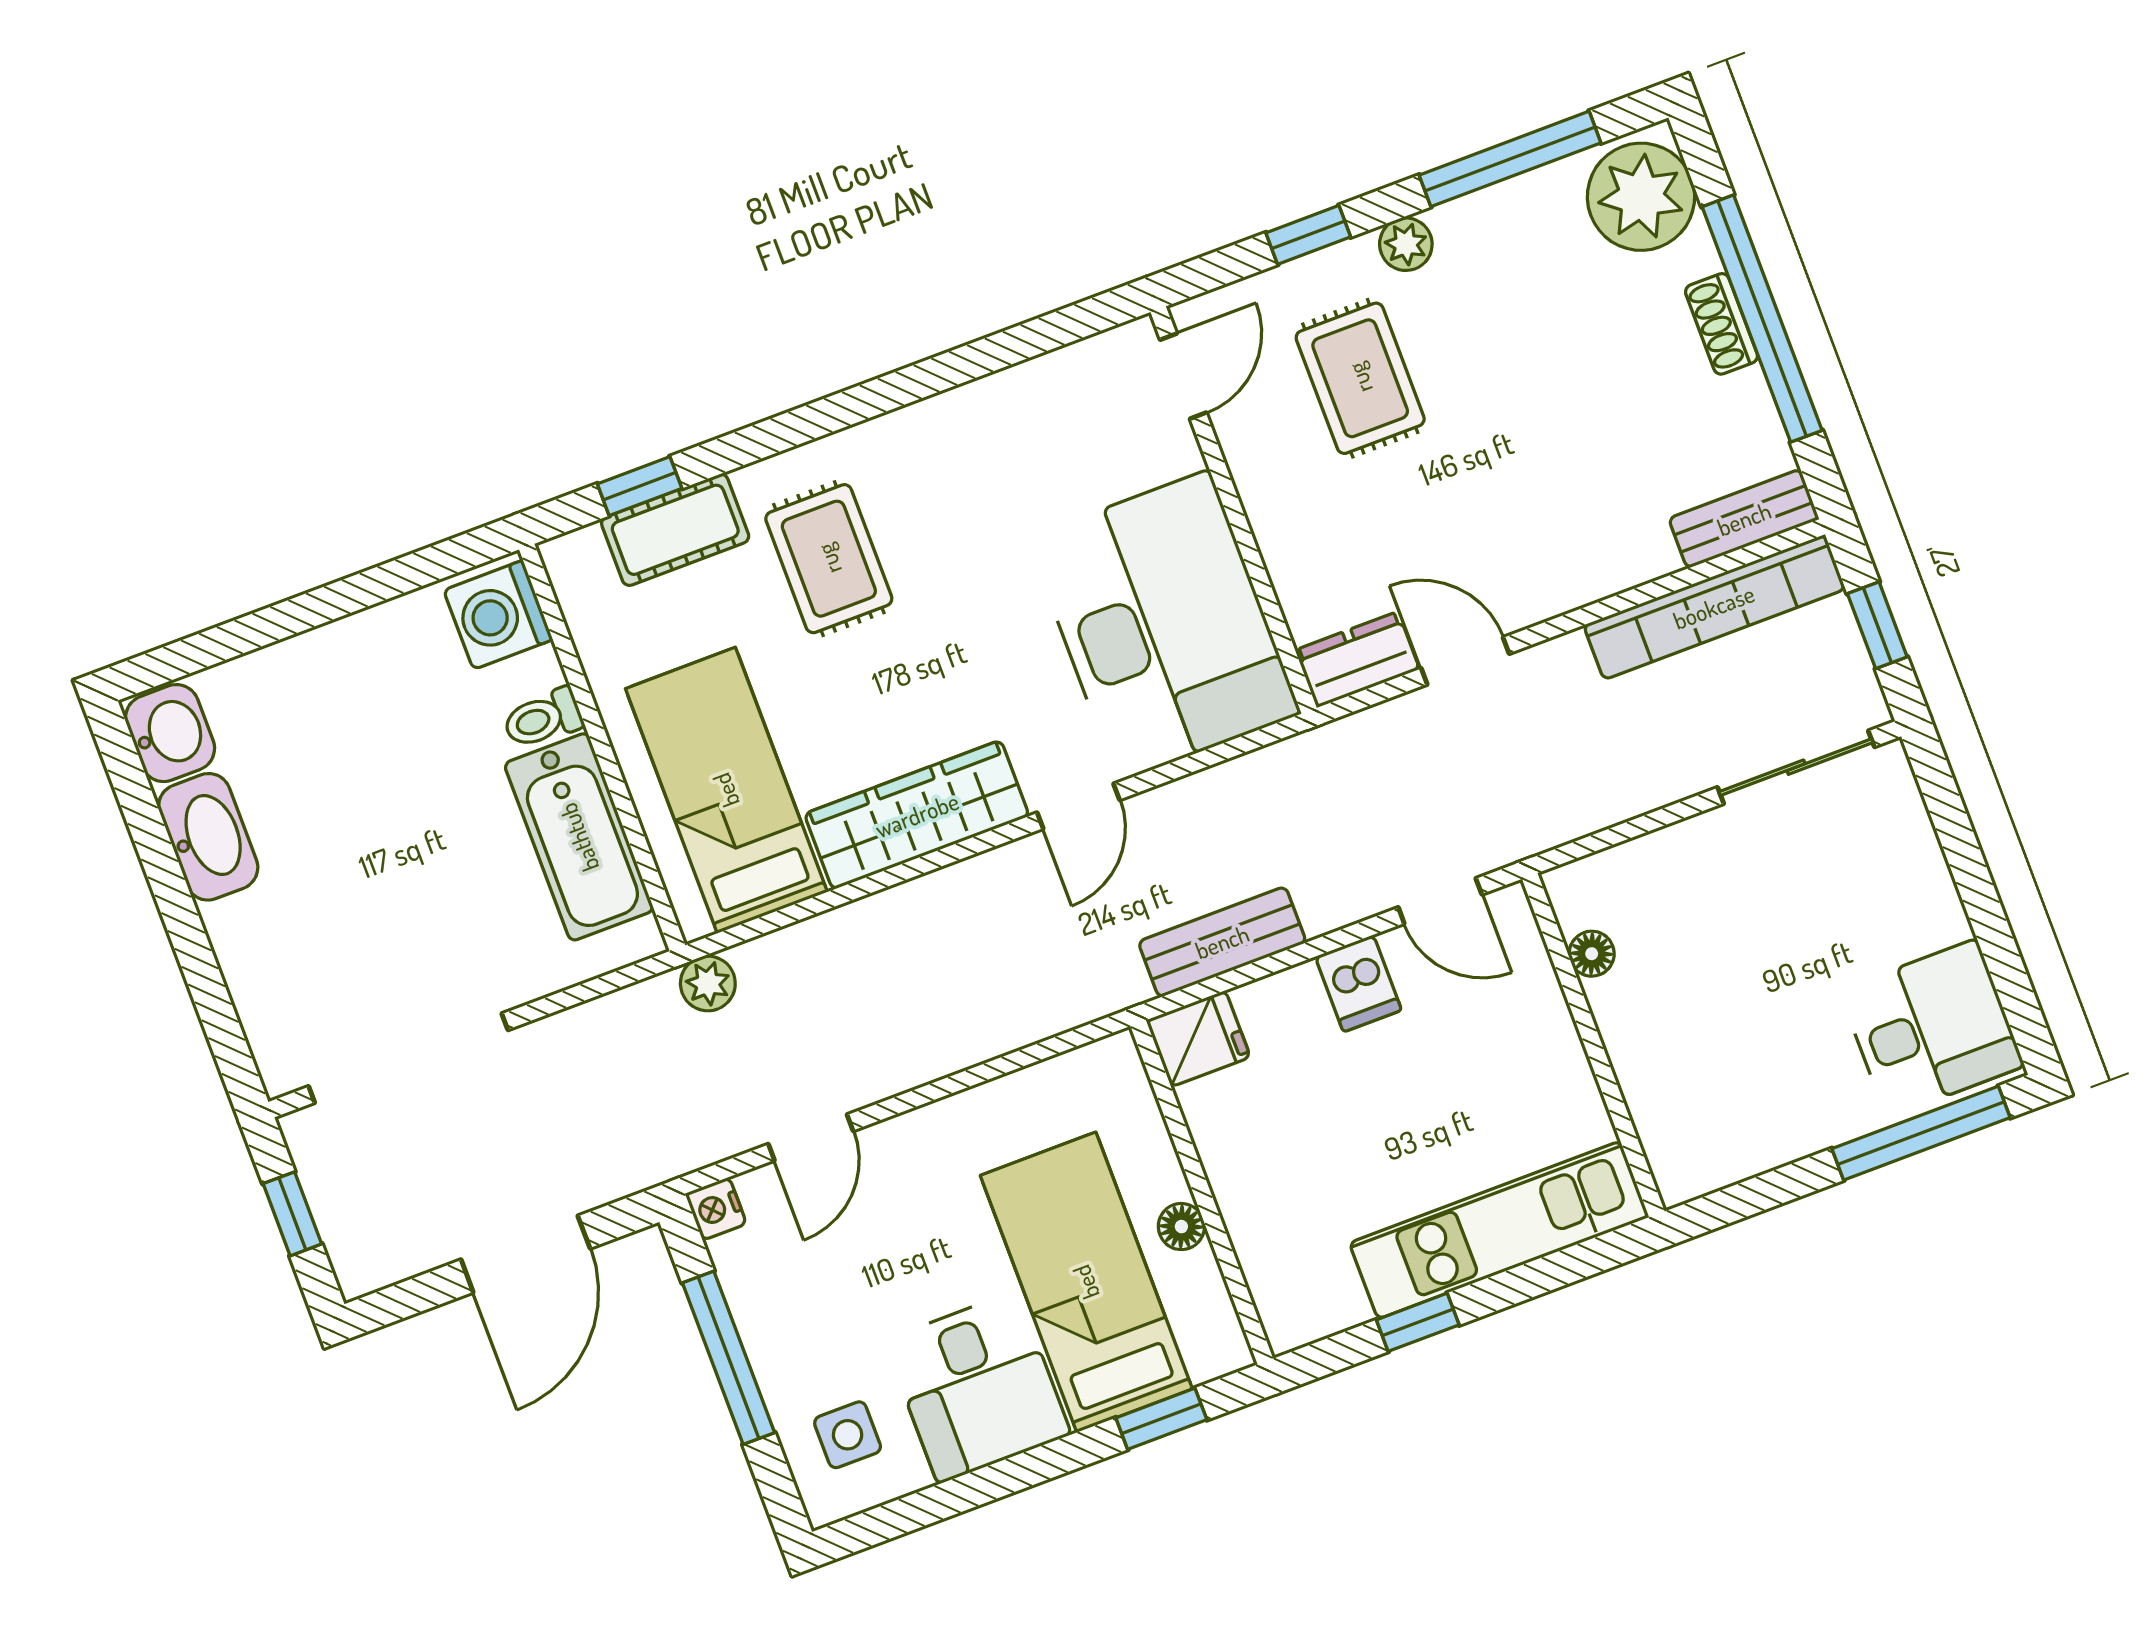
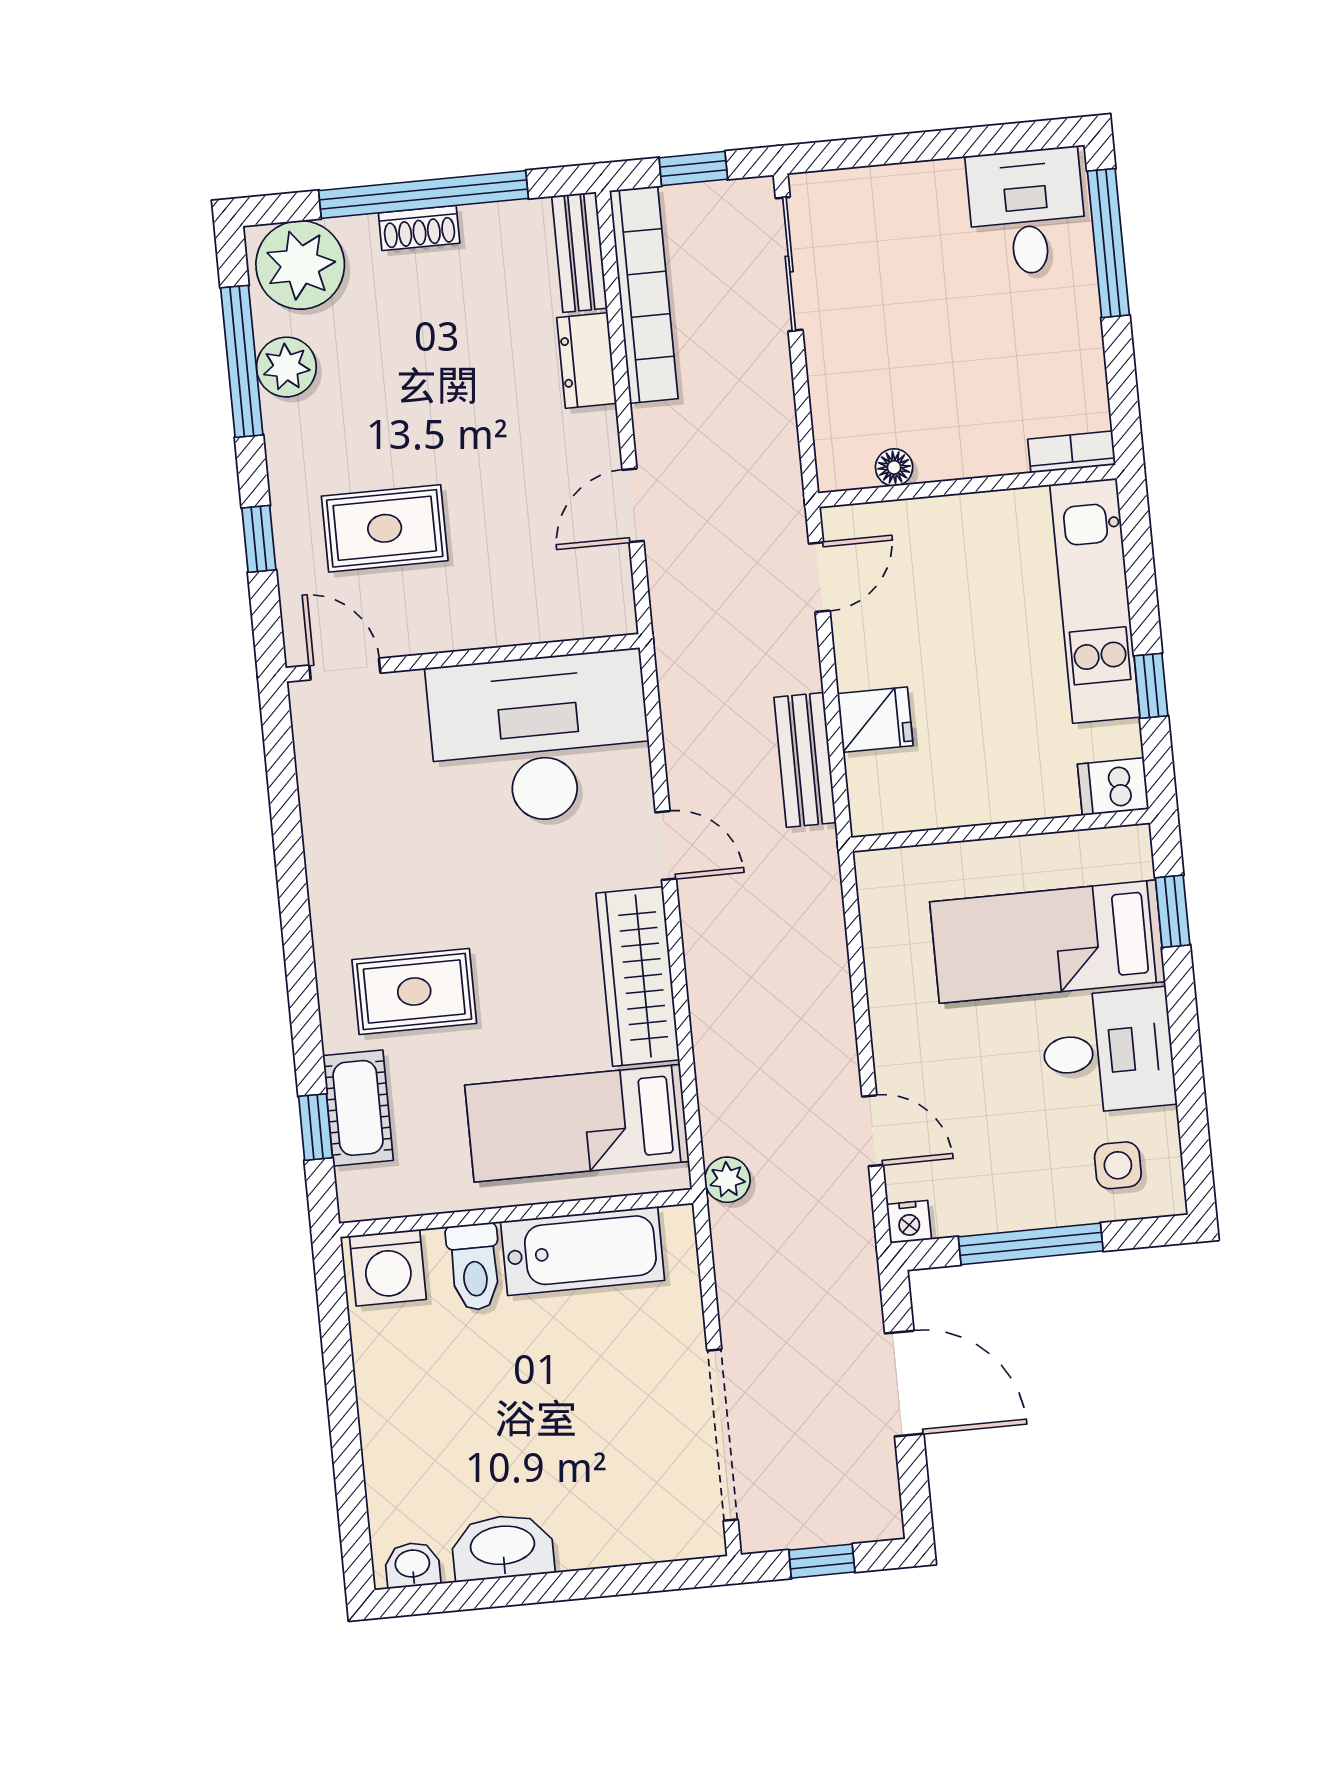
plant: (1406, 244) -> (286, 367), moved, width x1.38, depth x1.38
dresser: (1357, 660) -> (587, 361), moved
toilet: (543, 718) -> (474, 1267), width x1.37, depth x1.39
washbasin: (170, 733) -> (412, 1565), width x0.72, depth x0.69
dishwasher: (1358, 983) -> (1113, 787), moved, turned 180
fridge: (1198, 1039) -> (875, 720), moved, turned 90
bookcase: (1666, 1156) -> (1072, 452), added
floor lamp: (1181, 1227) -> (1024, 854), removed

